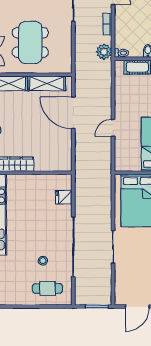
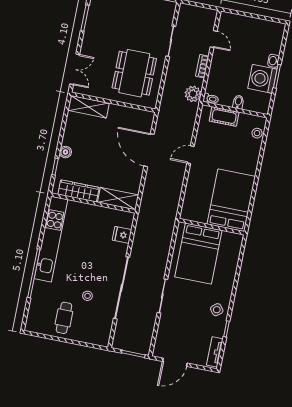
dining table: (30, 42) -> (134, 73), moved
shelving: (47, 83) -> (118, 199), moved
door: (113, 128) -> (191, 155), moved
cafe table: (47, 288) -> (64, 318), moved, turned 90

